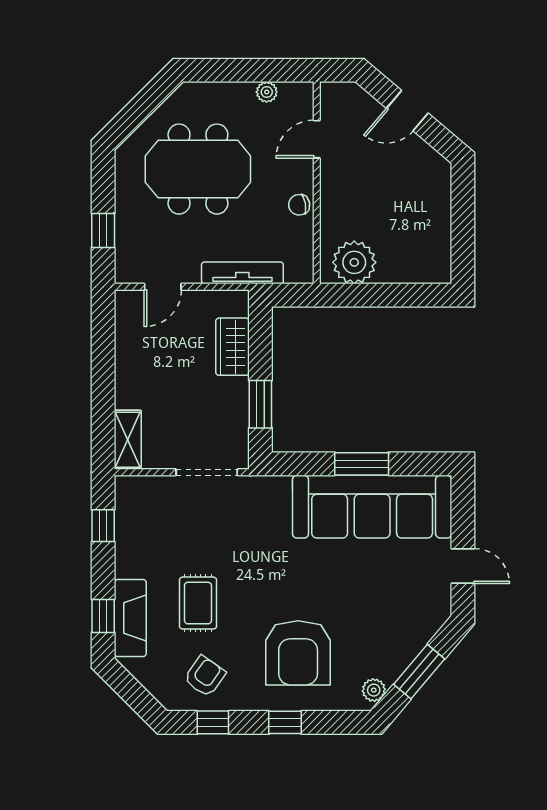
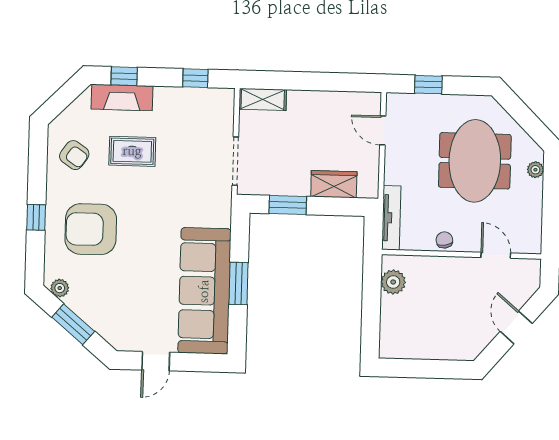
plant: (267, 92) -> (535, 170), moved
plant: (354, 262) -> (393, 282), width x0.73, depth x0.73
tv unit: (242, 273) -> (391, 218), moved
window: (213, 722) -> (38, 160), removed

